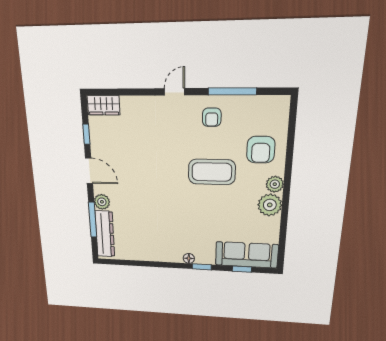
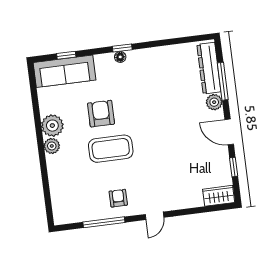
armchair: (261, 150) -> (101, 114), moved
window: (202, 267) -> (122, 48), moved

